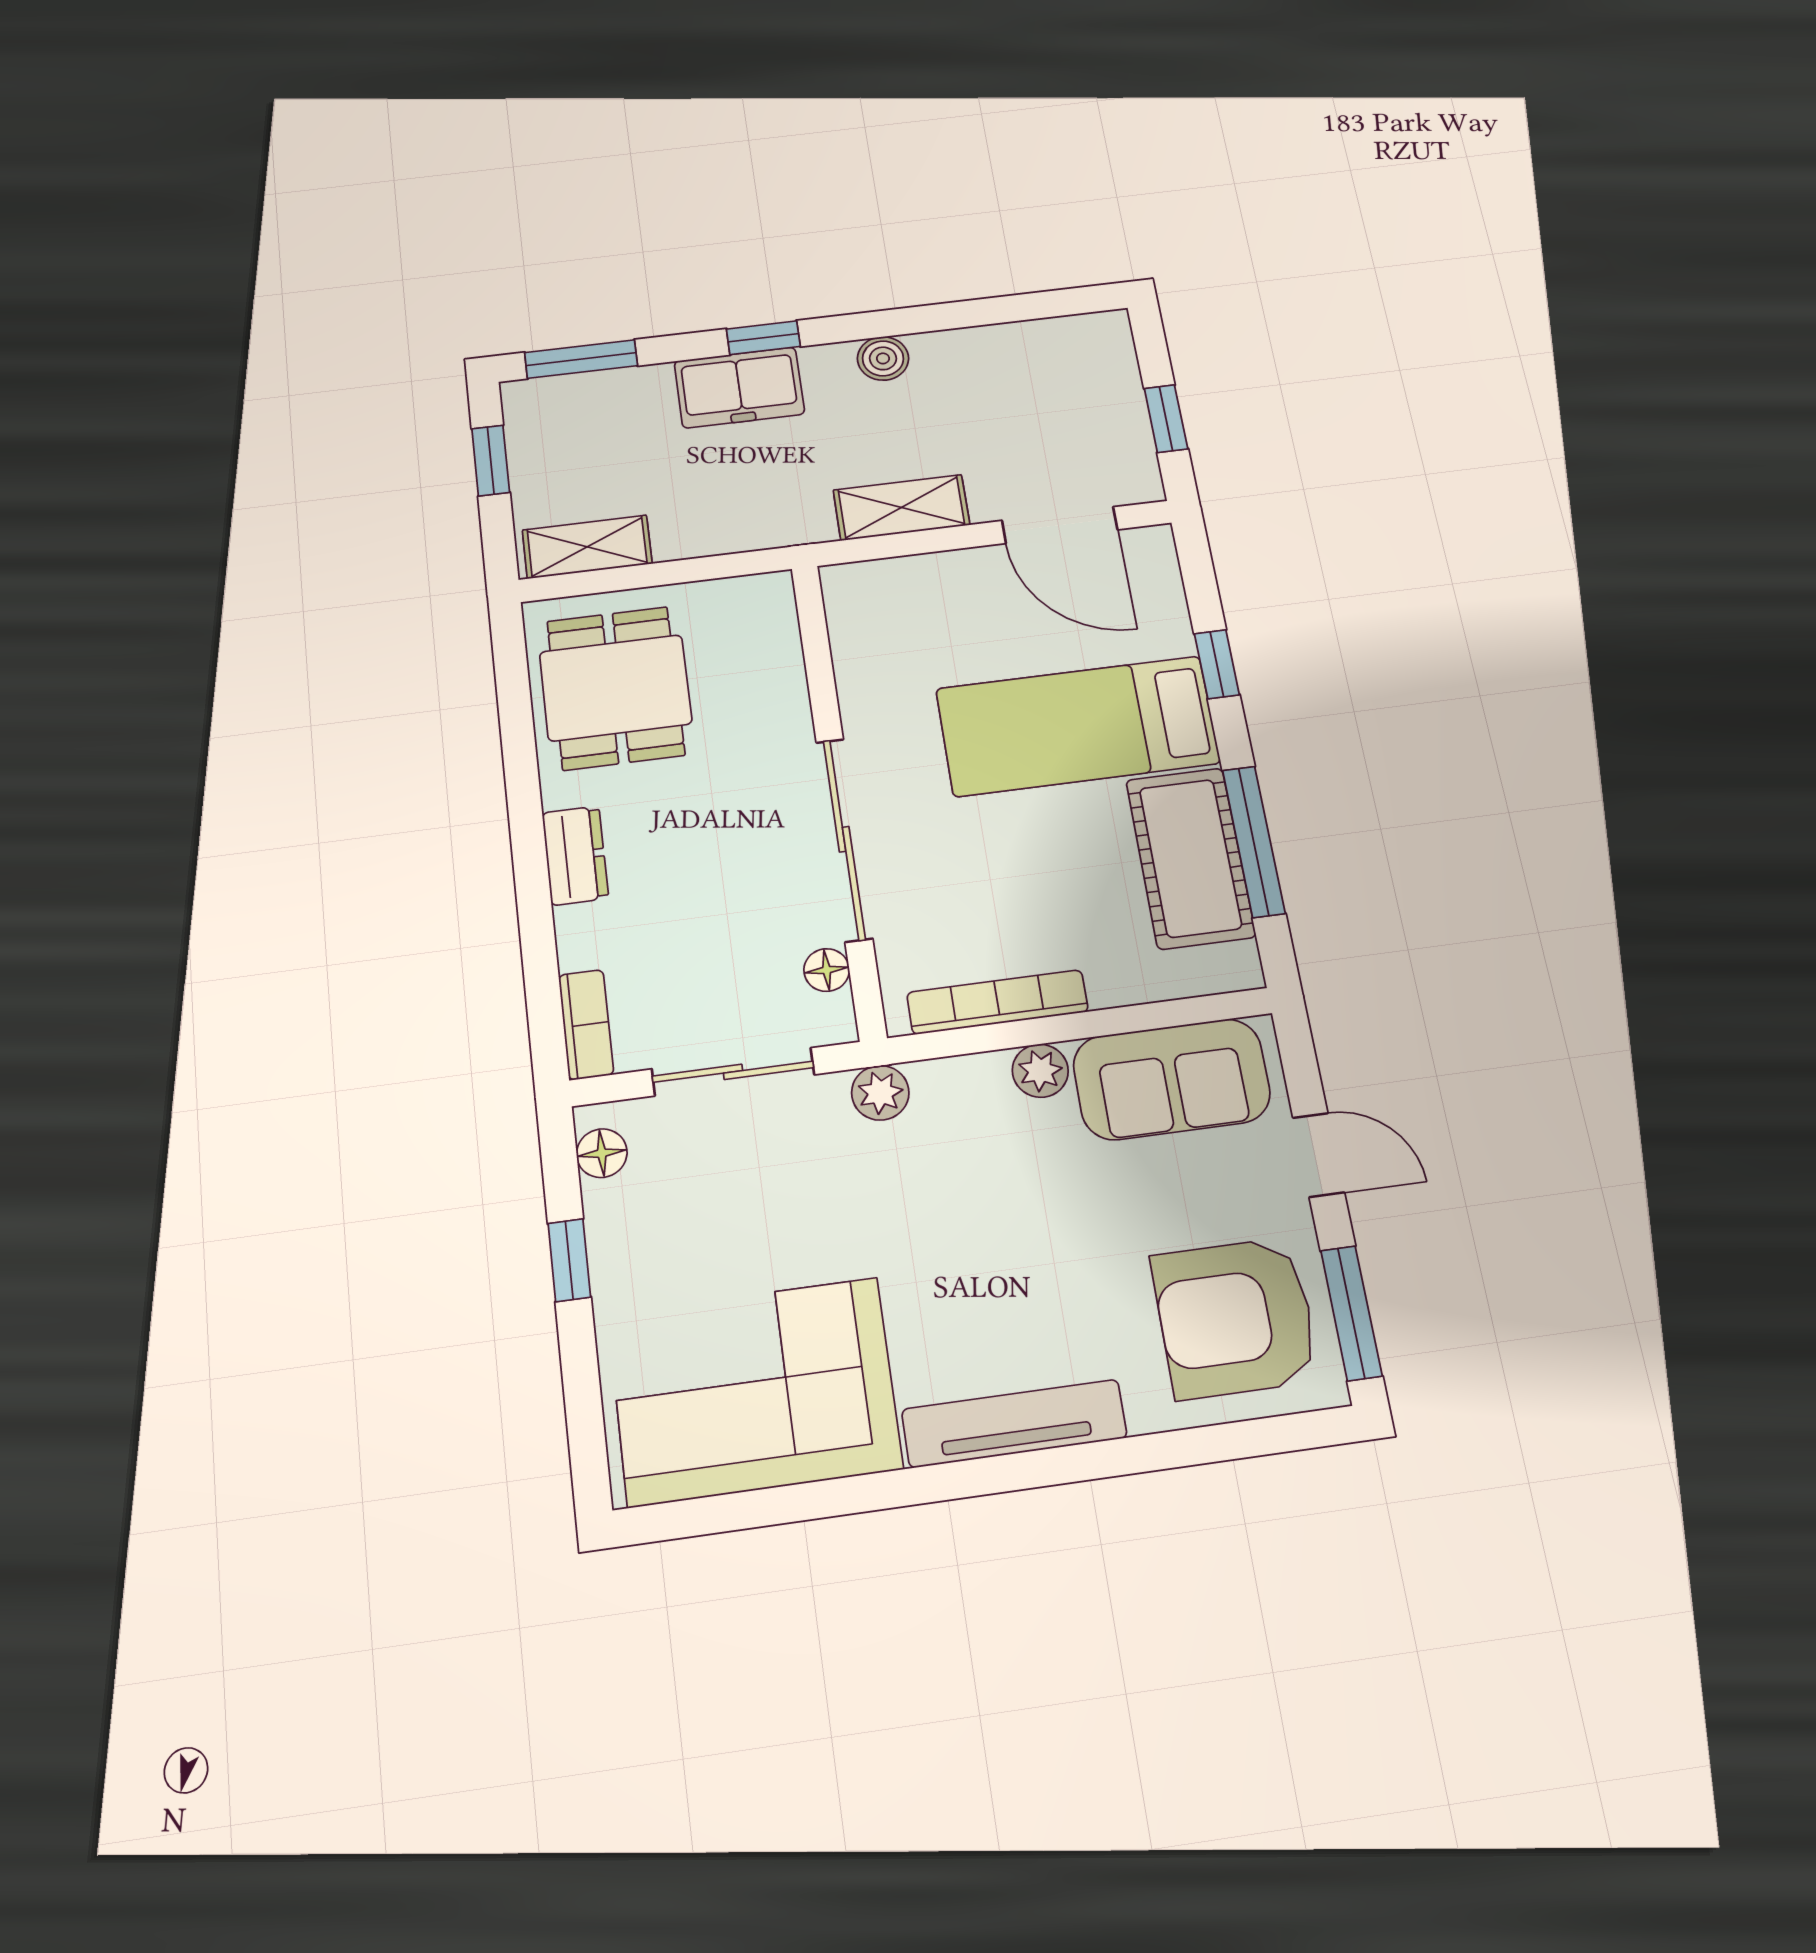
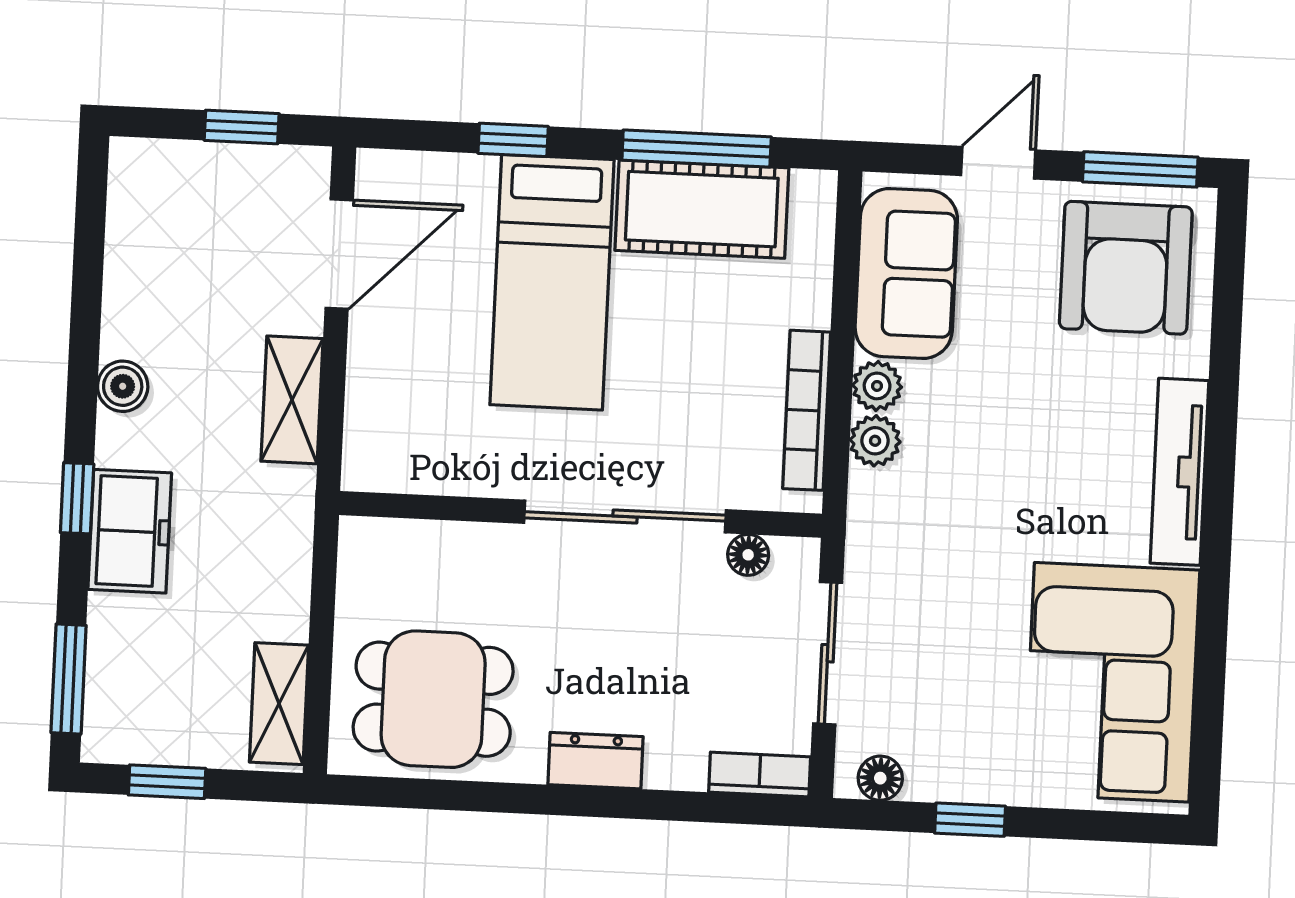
plant: (880, 1093) -> (875, 441), moved

